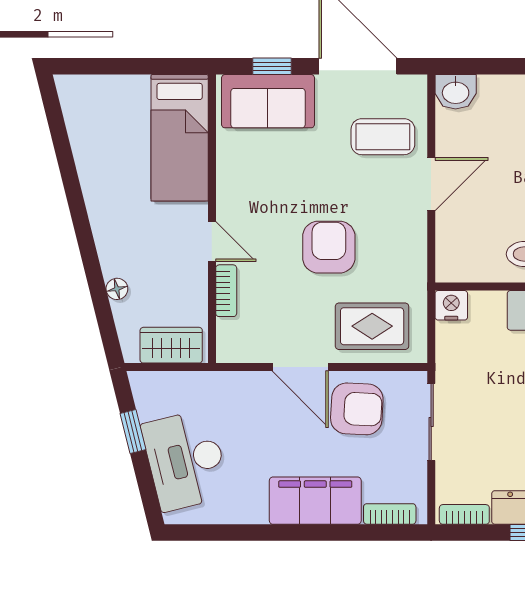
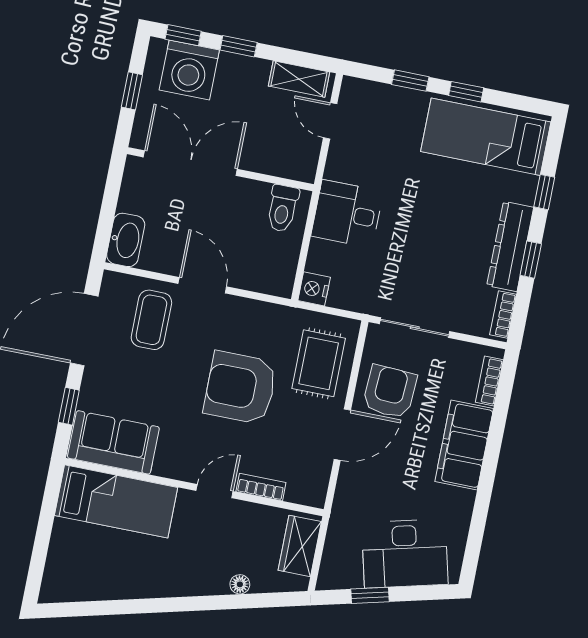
washbasin: (456, 92) -> (126, 240), width x1.38
sofa: (268, 101) -> (113, 442), moved, turned -90
armchair: (329, 247) -> (240, 388), width x1.36, depth x1.36

